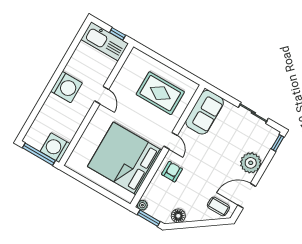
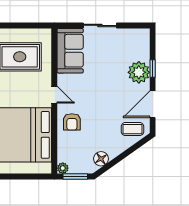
sliding door: (253, 113) -> (100, 25), moved
window: (278, 143) -> (153, 68), moved
armchair: (172, 172) -> (72, 122), turned 180

